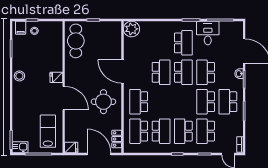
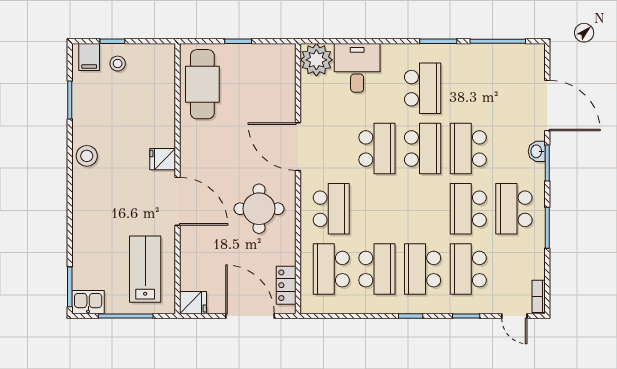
desk: (208, 33) -> (357, 68), moved
school desk: (139, 102) -> (331, 209), turned 180

